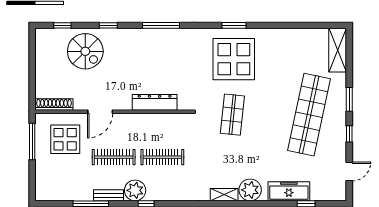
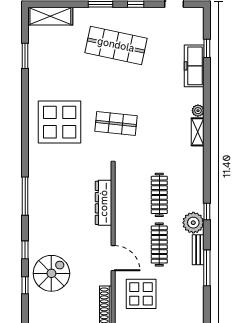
window: (62, 25) -> (25, 285), moved
window: (234, 25) -> (25, 56), moved
shop shelf: (309, 115) -> (116, 45), width x0.71
plant: (250, 190) -> (198, 111), width x0.53, depth x0.53

